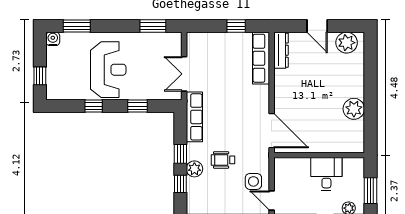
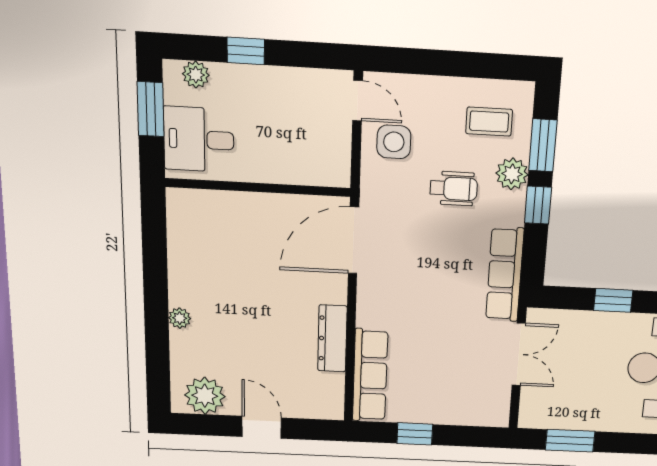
dresser: (281, 50) -> (332, 339), moved
plant: (354, 109) -> (180, 318), moved, width x0.53, depth x0.53
door: (272, 131) -> (353, 240), hinge flipped
desk: (326, 174) -> (199, 139), moved, turned 90
window: (180, 184) -> (543, 145), width x1.50
coffee table: (207, 194) -> (489, 122), added

